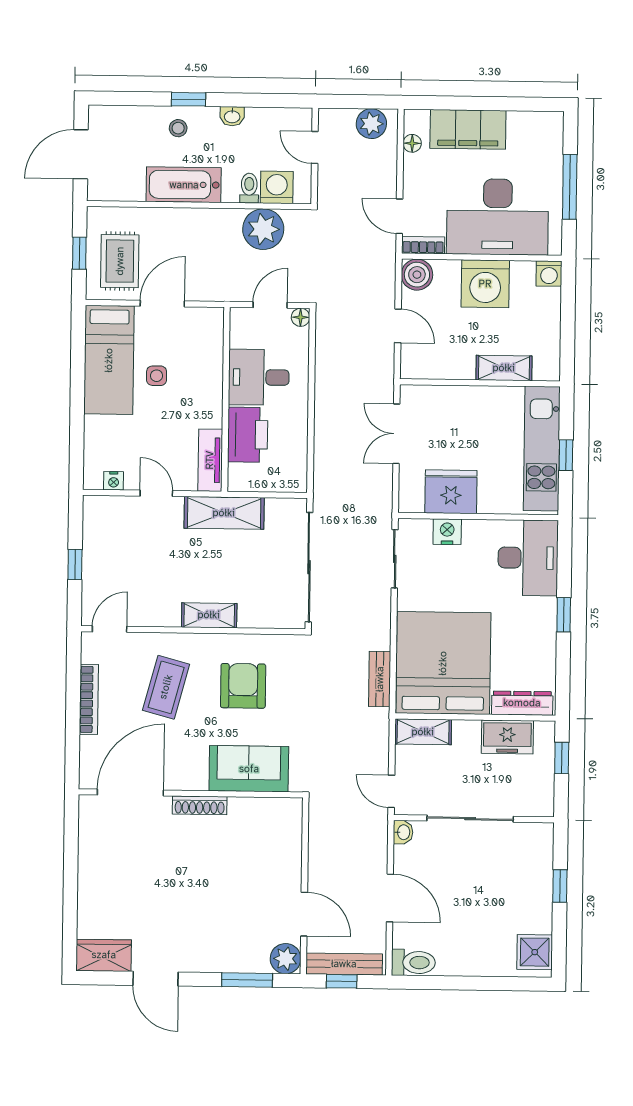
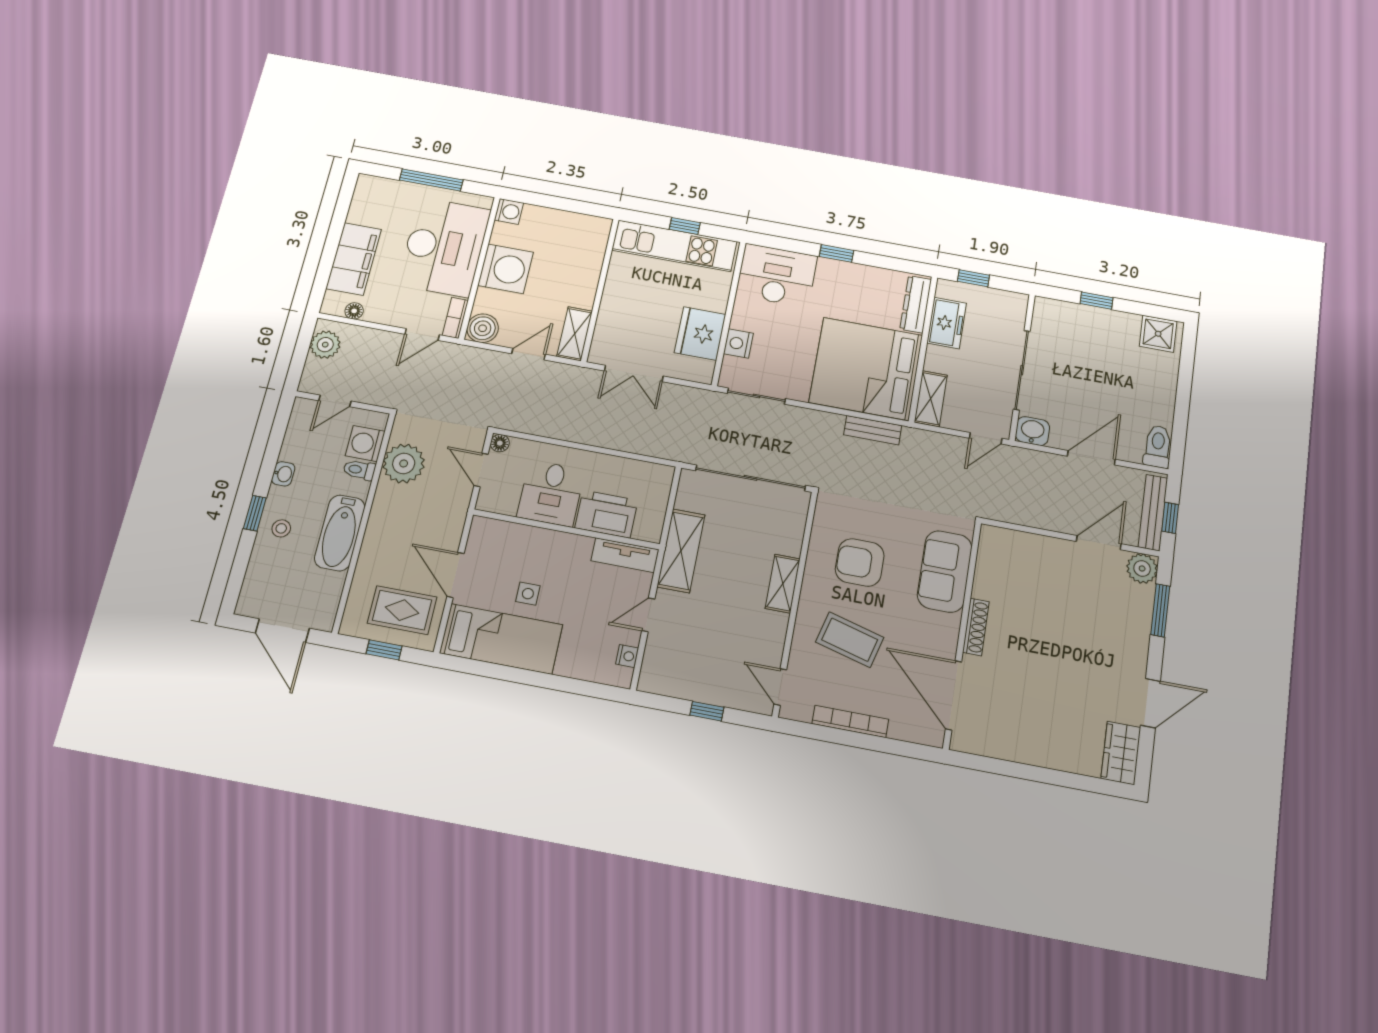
shelving: (504, 368) -> (575, 334), moved
washbasin: (403, 832) -> (1032, 431), width x1.38, depth x1.45

